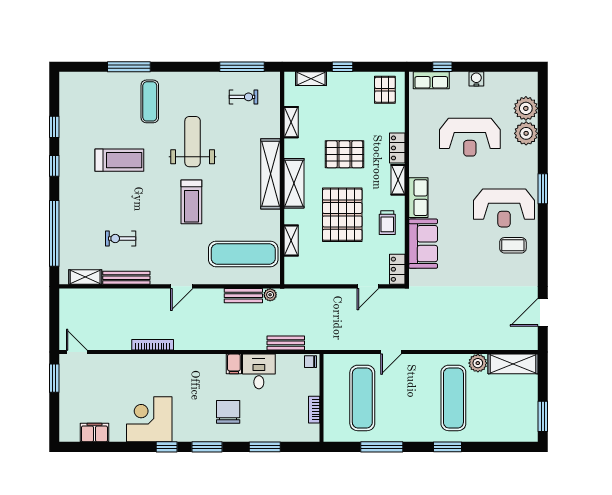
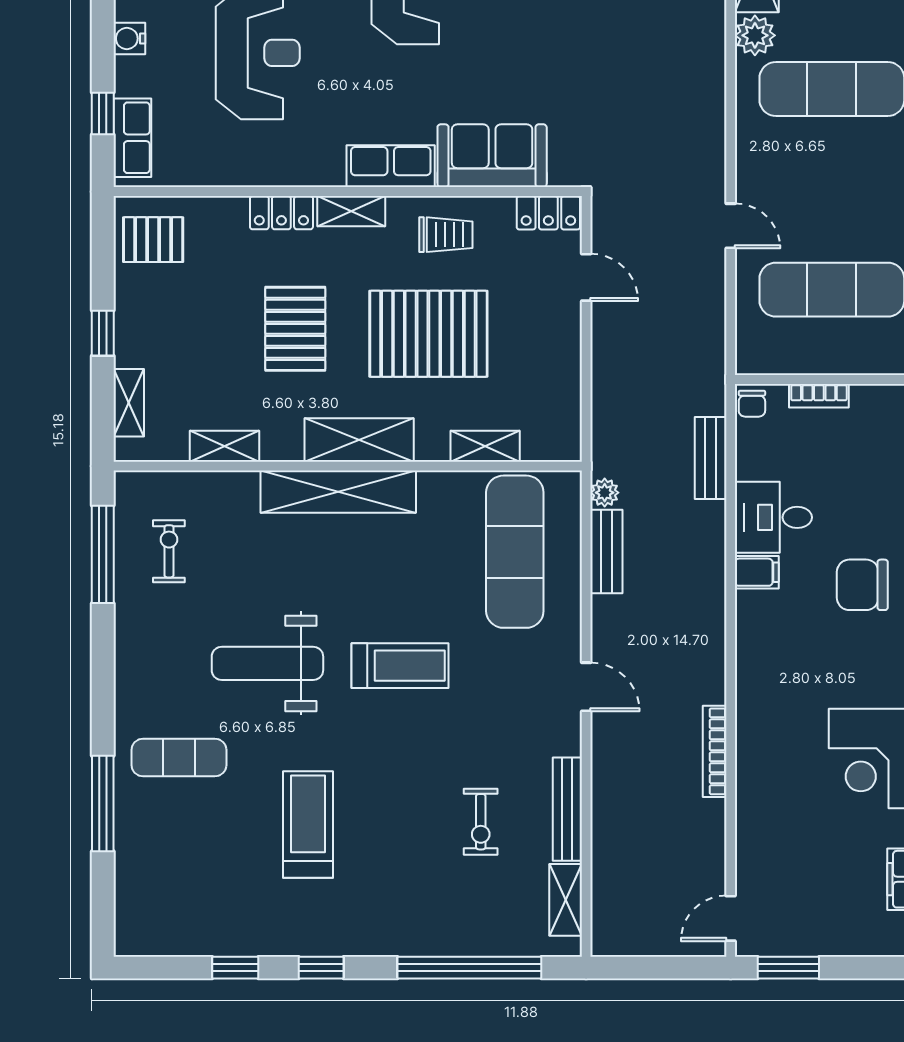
bookcase: (314, 410) -> (819, 396), moved

